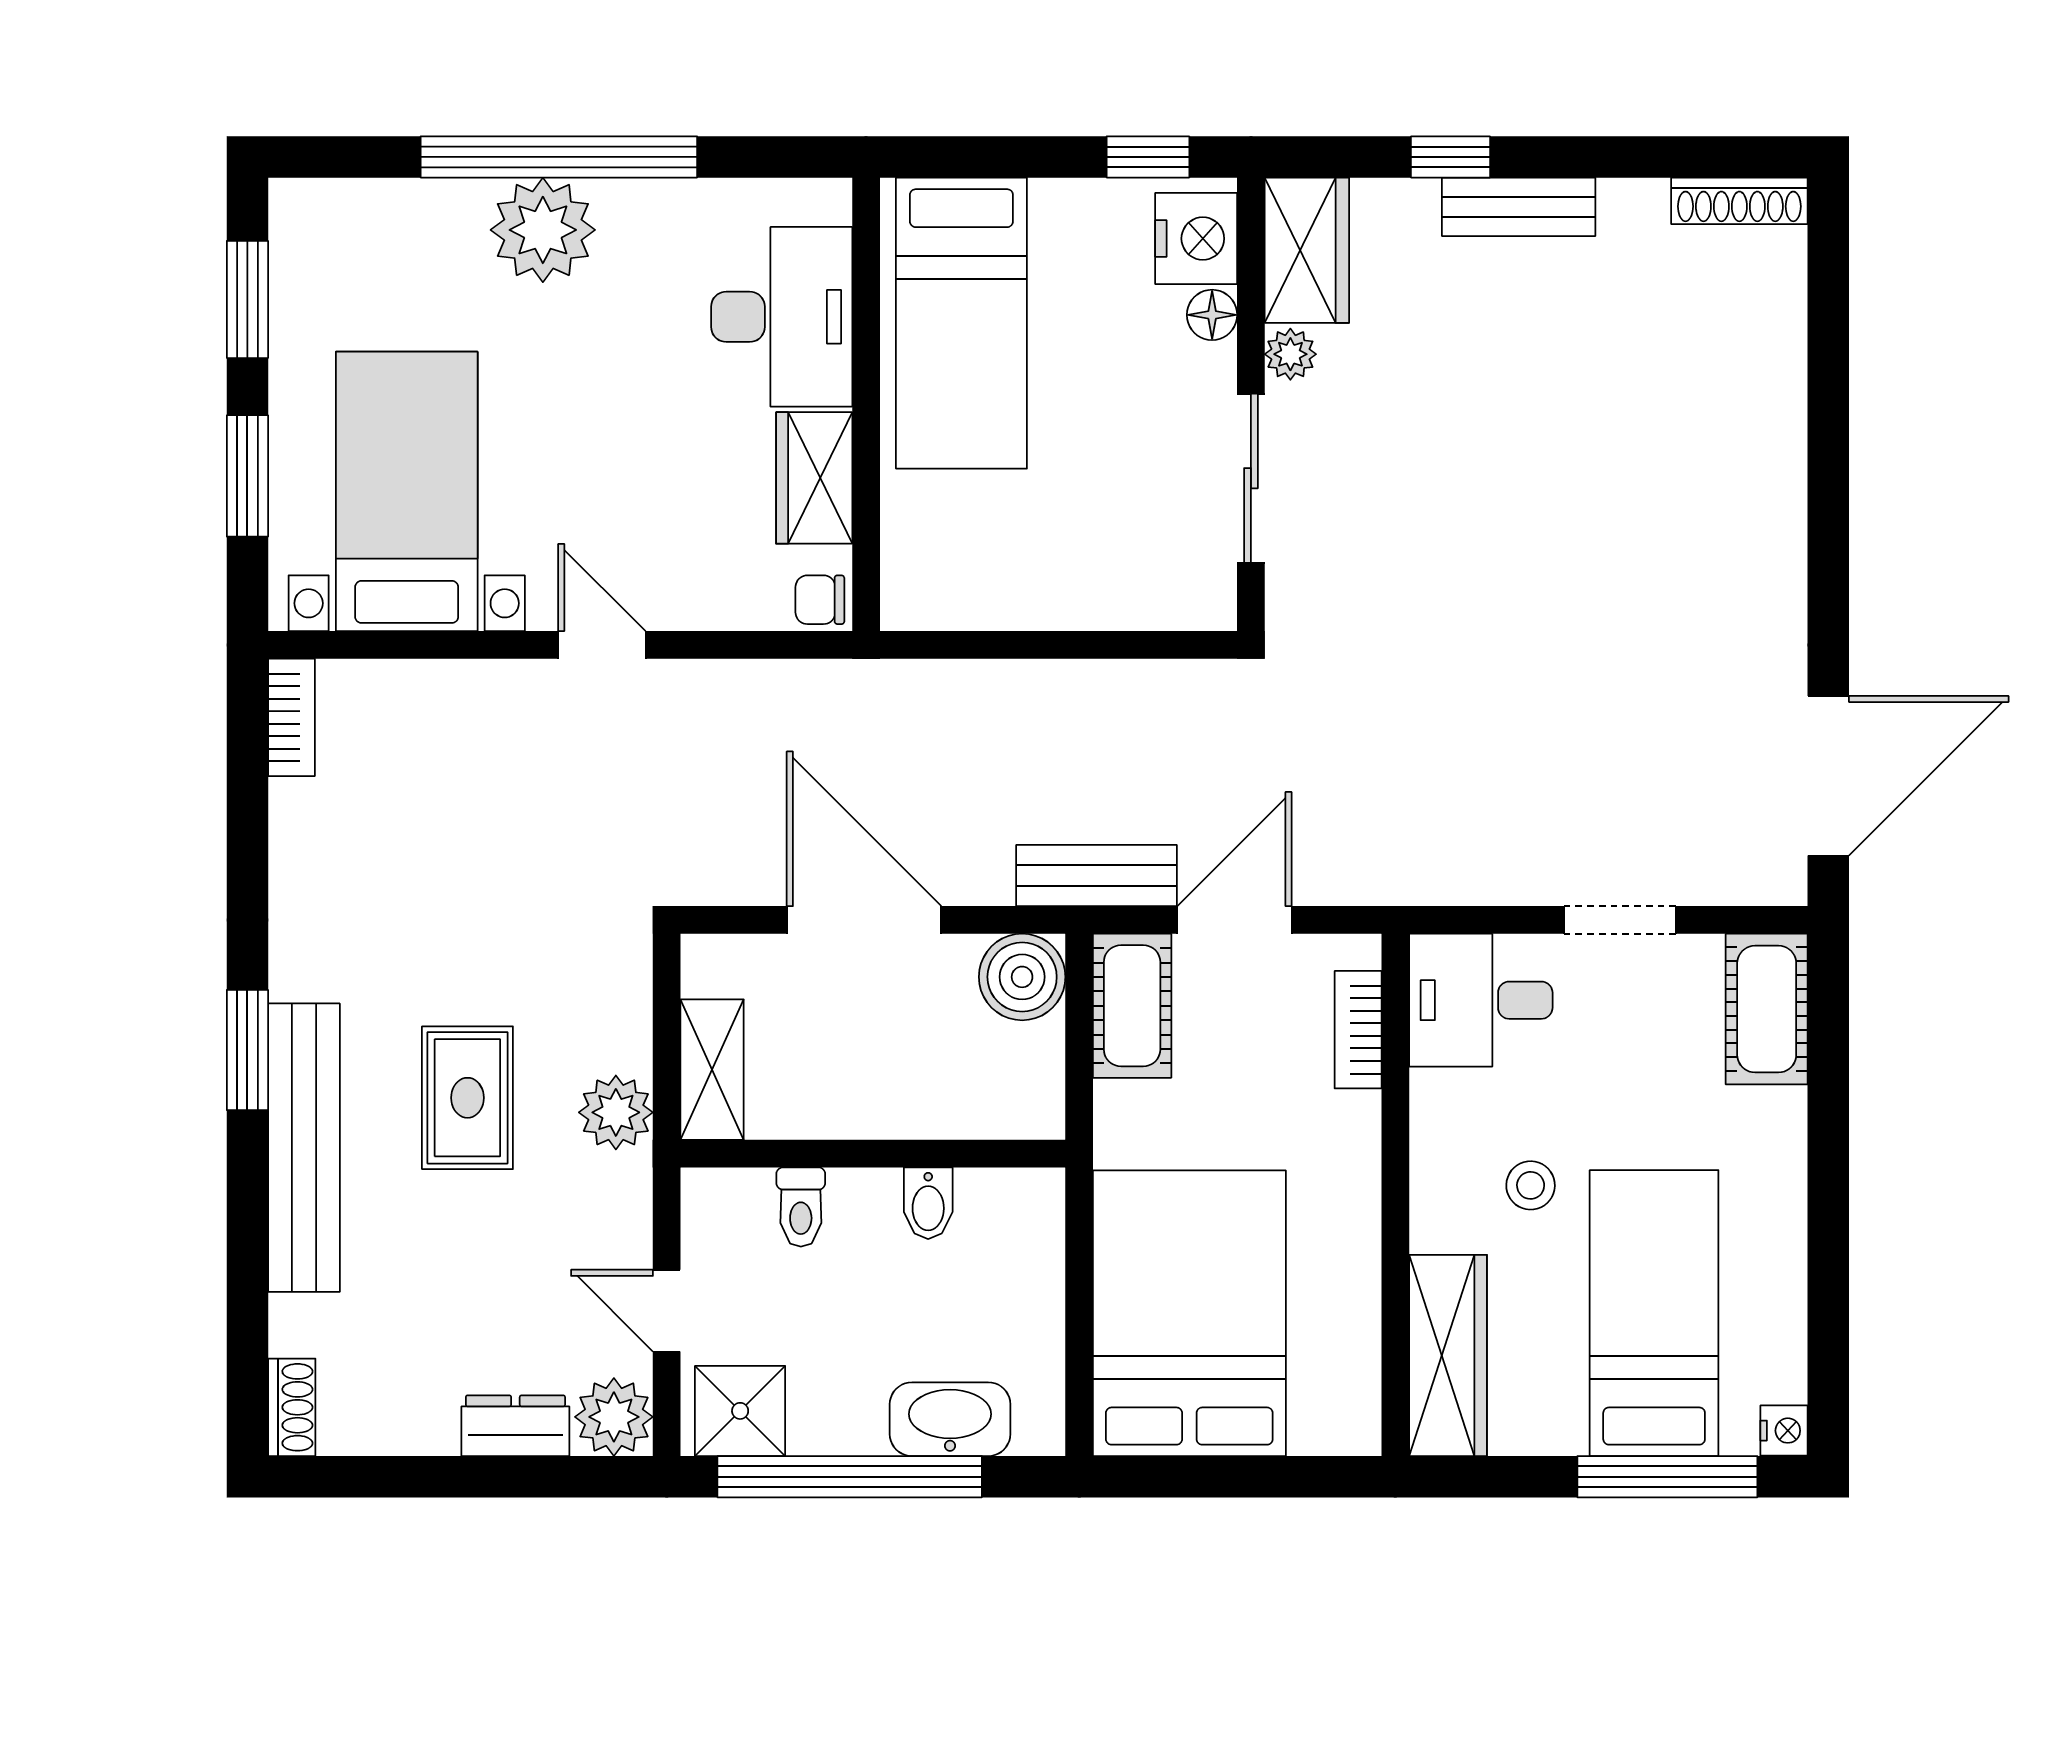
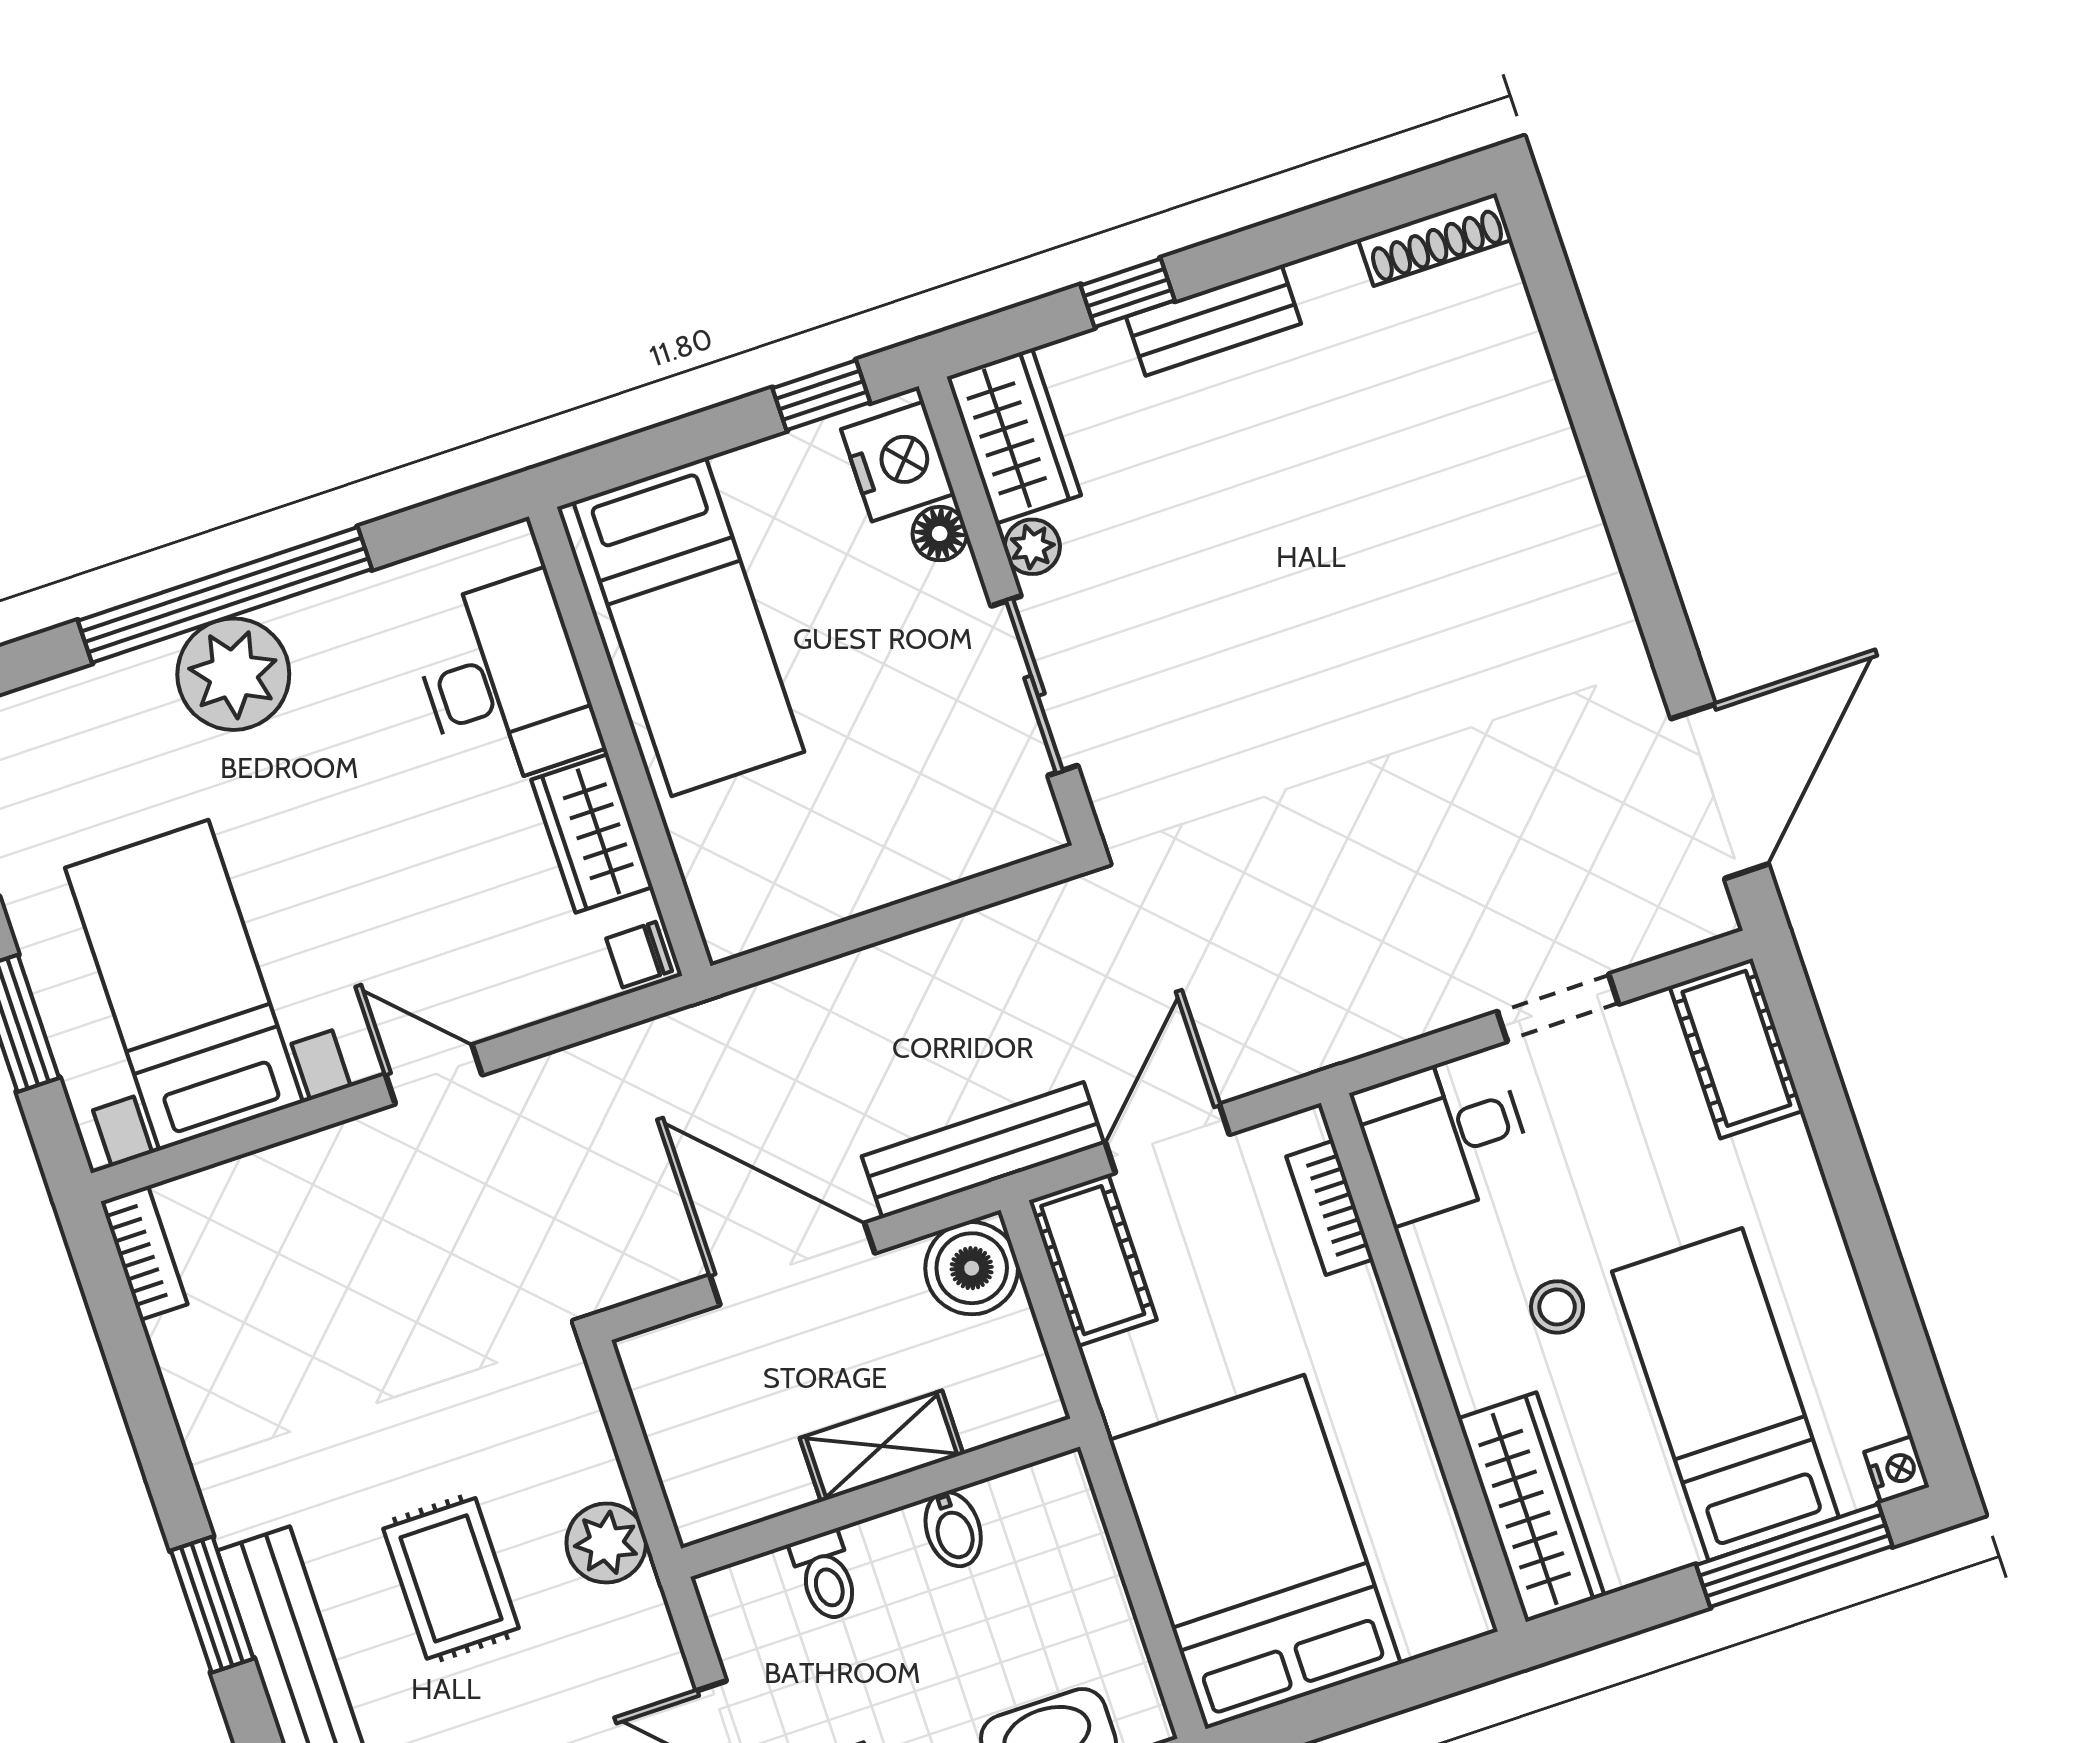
bench: (1097, 876) -> (983, 1150), width x1.36
shelving: (712, 1070) -> (882, 1446), moved, turned 90

